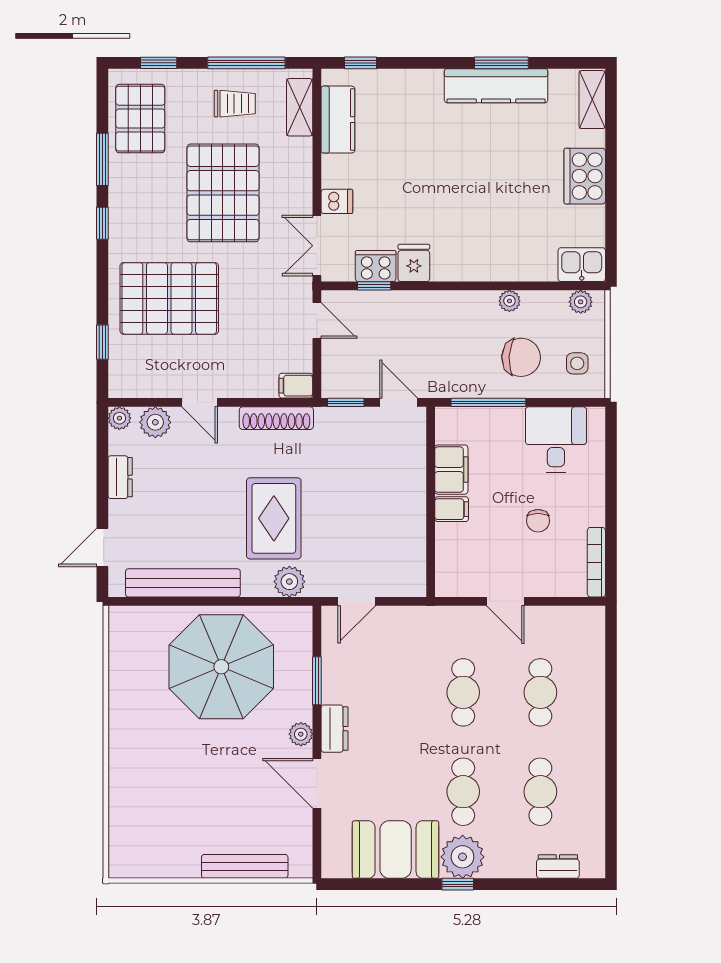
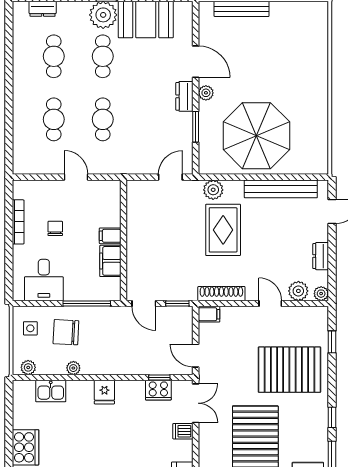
fridge: (414, 263) -> (104, 392), moved
kitchen sink: (582, 265) -> (51, 391), moved
bookcase: (596, 562) -> (18, 222), moved

